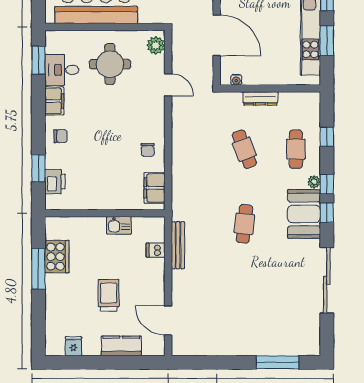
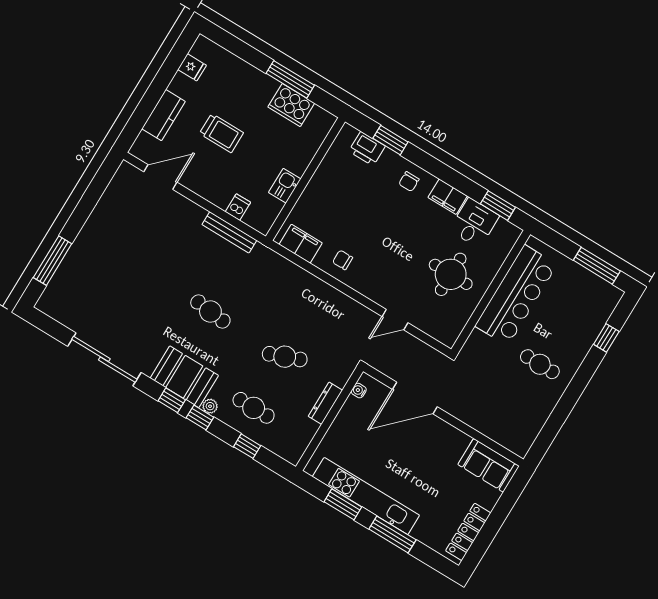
plant: (156, 45) -> (442, 331), removed

